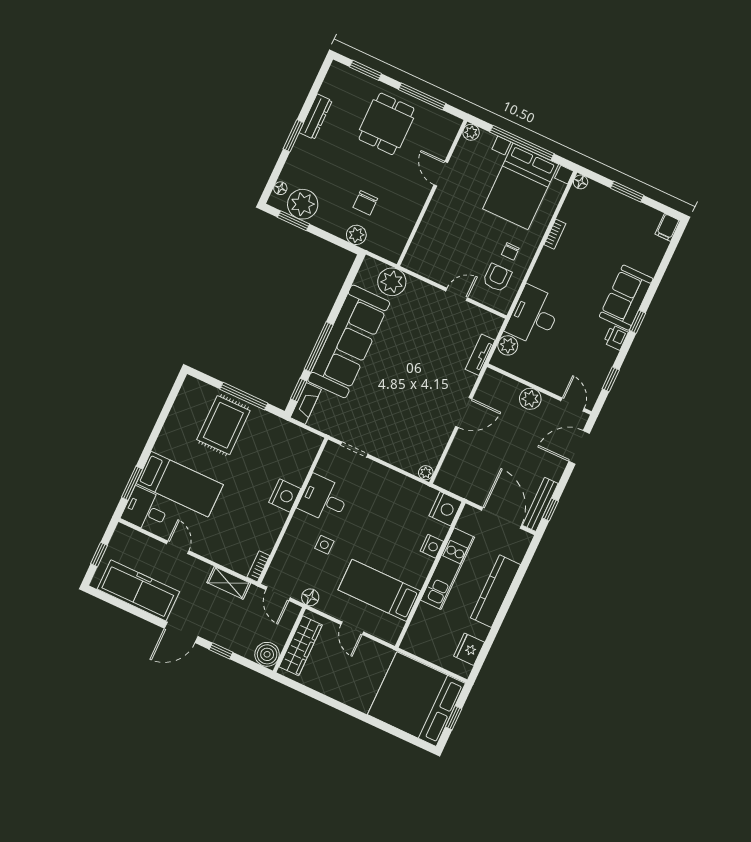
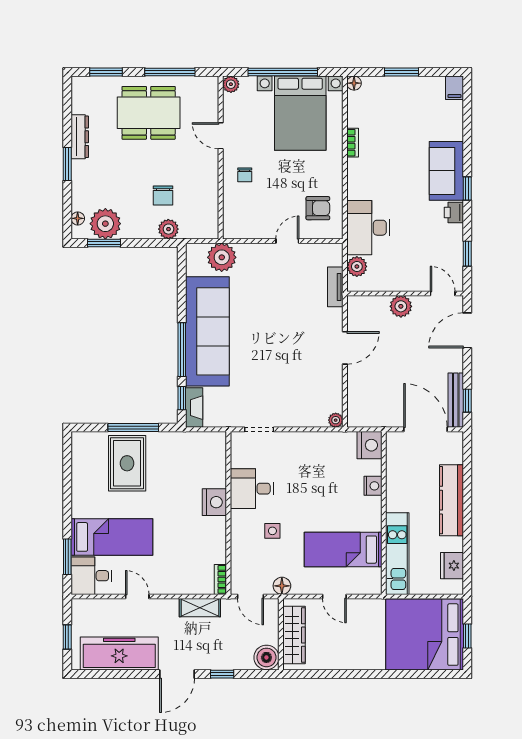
dining table: (387, 124) -> (149, 113), width x1.38
chair: (510, 251) -> (245, 175), moved
armchair: (497, 278) -> (318, 208), turned 90
kitchen unit: (447, 569) -> (397, 554), moved

